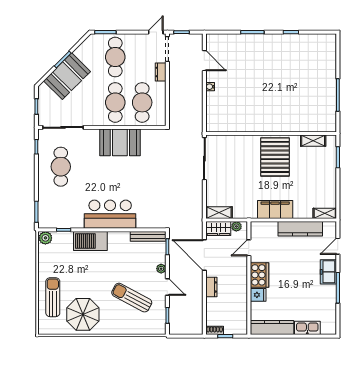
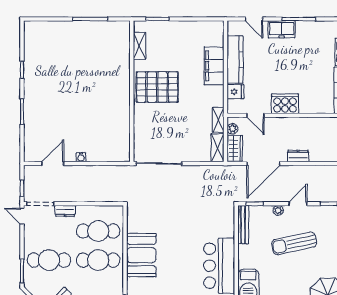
filing cabinet: (275, 209) -> (214, 66), moved
shelving: (325, 213) -> (218, 120), moved
fridge: (258, 295) -> (236, 92), moved, turned 90
sun lounger: (132, 298) -> (294, 243), moved, turned 50

